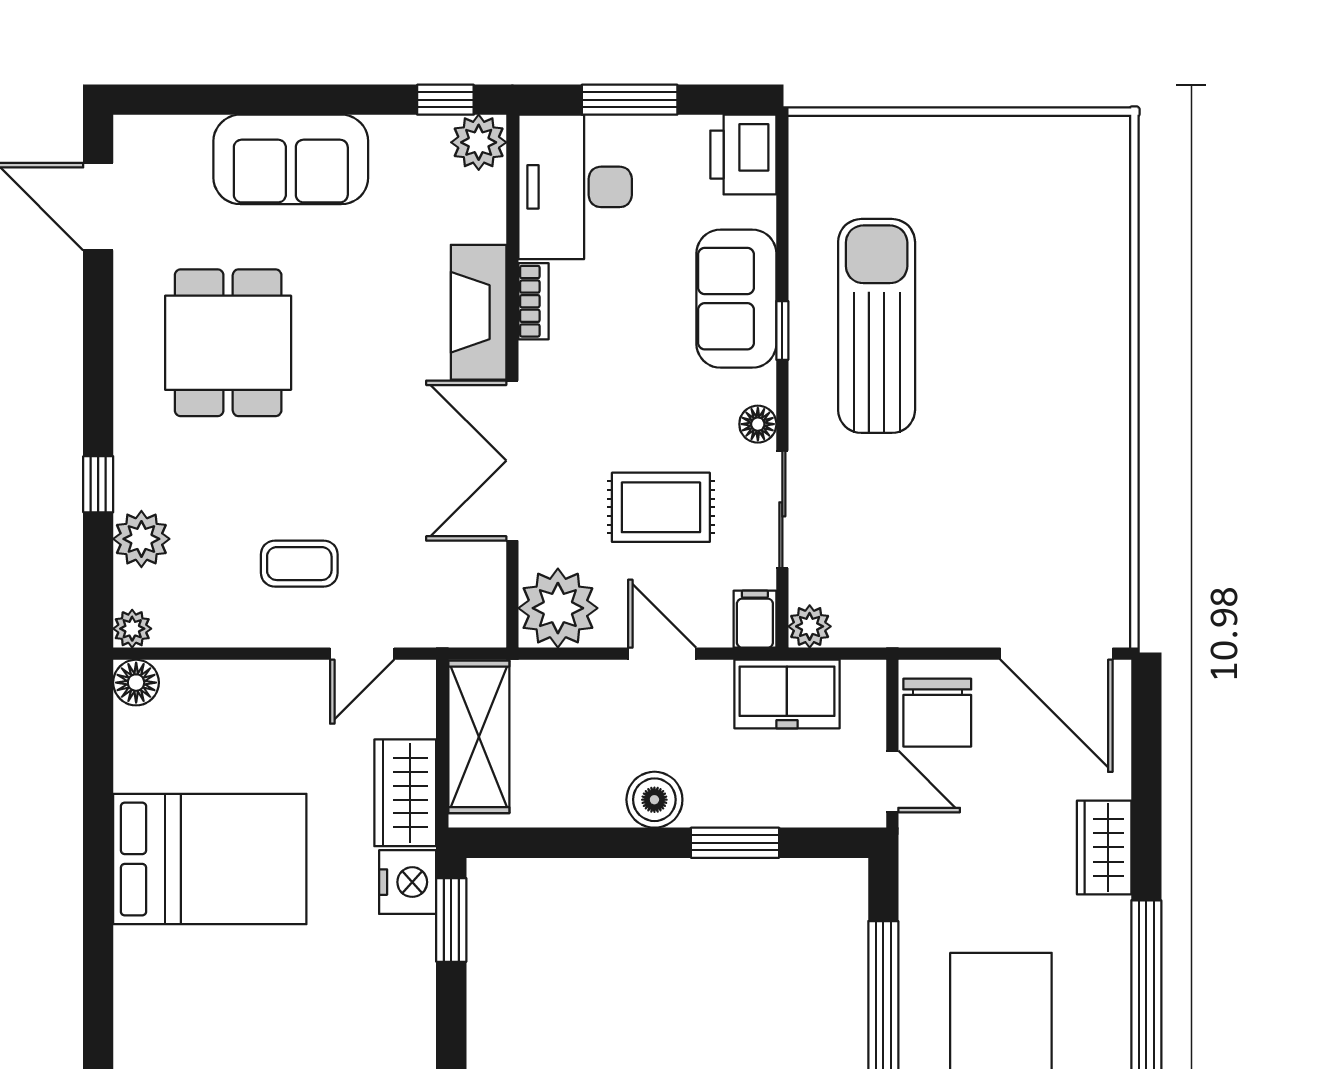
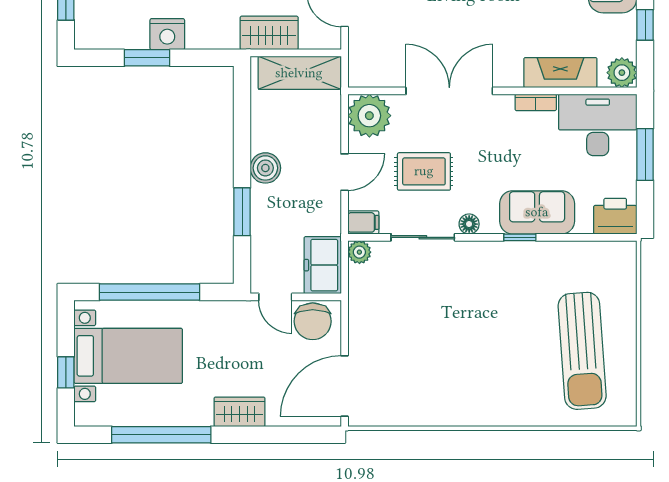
window: (445, 100) -> (645, 25), moved
fireplace: (479, 312) -> (560, 73), moved
sun lounger: (877, 326) -> (582, 351), moved, turned 86
rug: (661, 507) -> (424, 171), turned 90
freezer: (787, 694) -> (323, 265), moved
chair: (937, 713) -> (313, 321), turned -90
door: (892, 781) -> (275, 297), hinge flipped
nightstand: (408, 882) -> (167, 34), moved
window: (451, 920) -> (147, 58), moved

